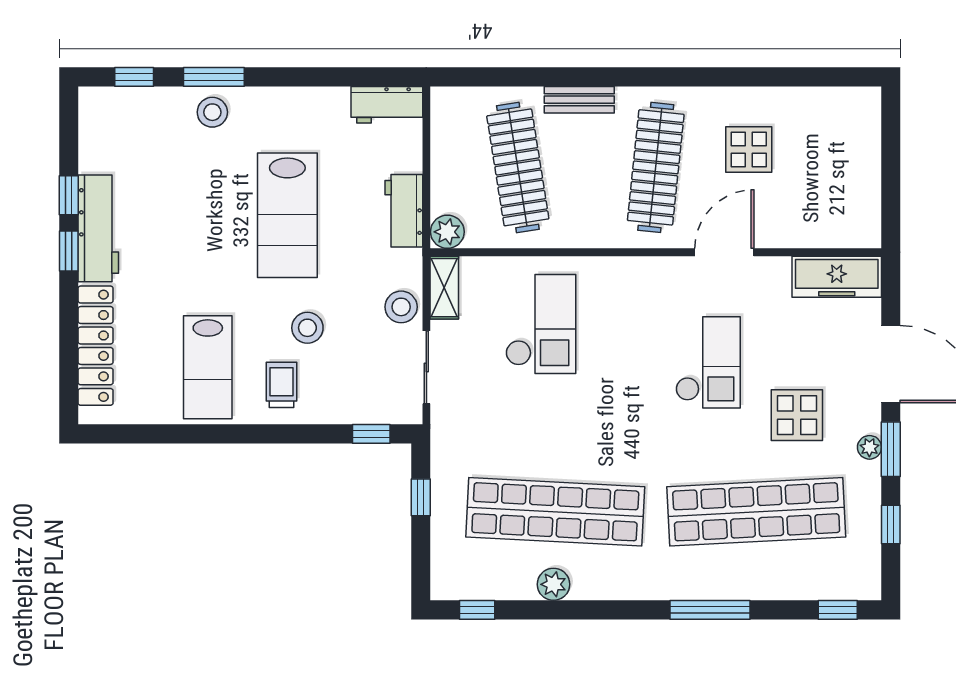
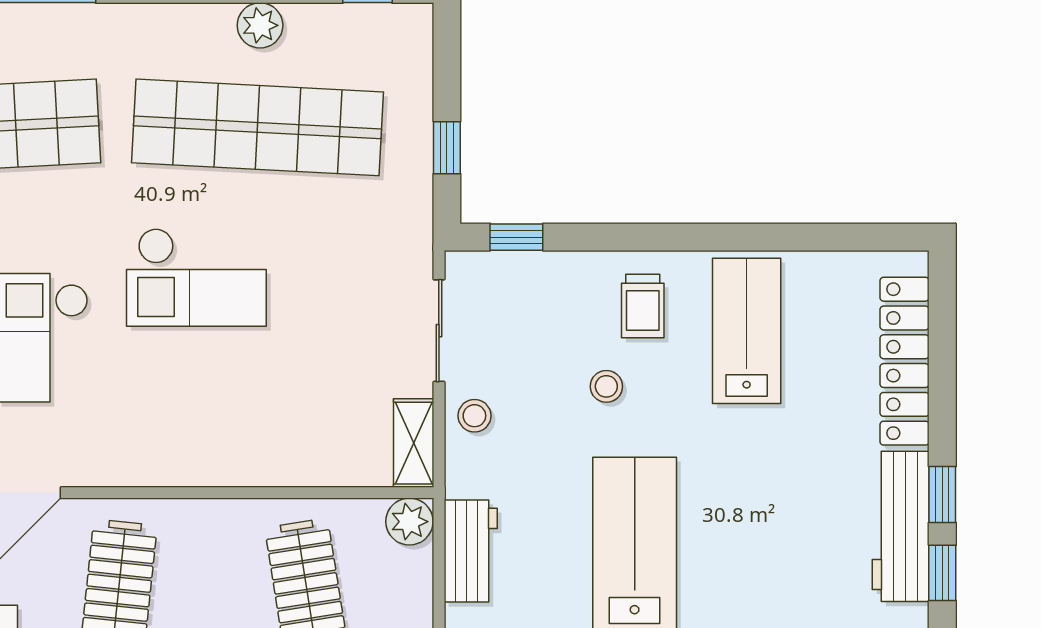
stool: (401, 307) -> (474, 416), width x0.73, depth x0.73
checkout: (541, 324) -> (196, 277), moved, turned -90
stool: (307, 328) -> (606, 386), width x0.73, depth x0.73

